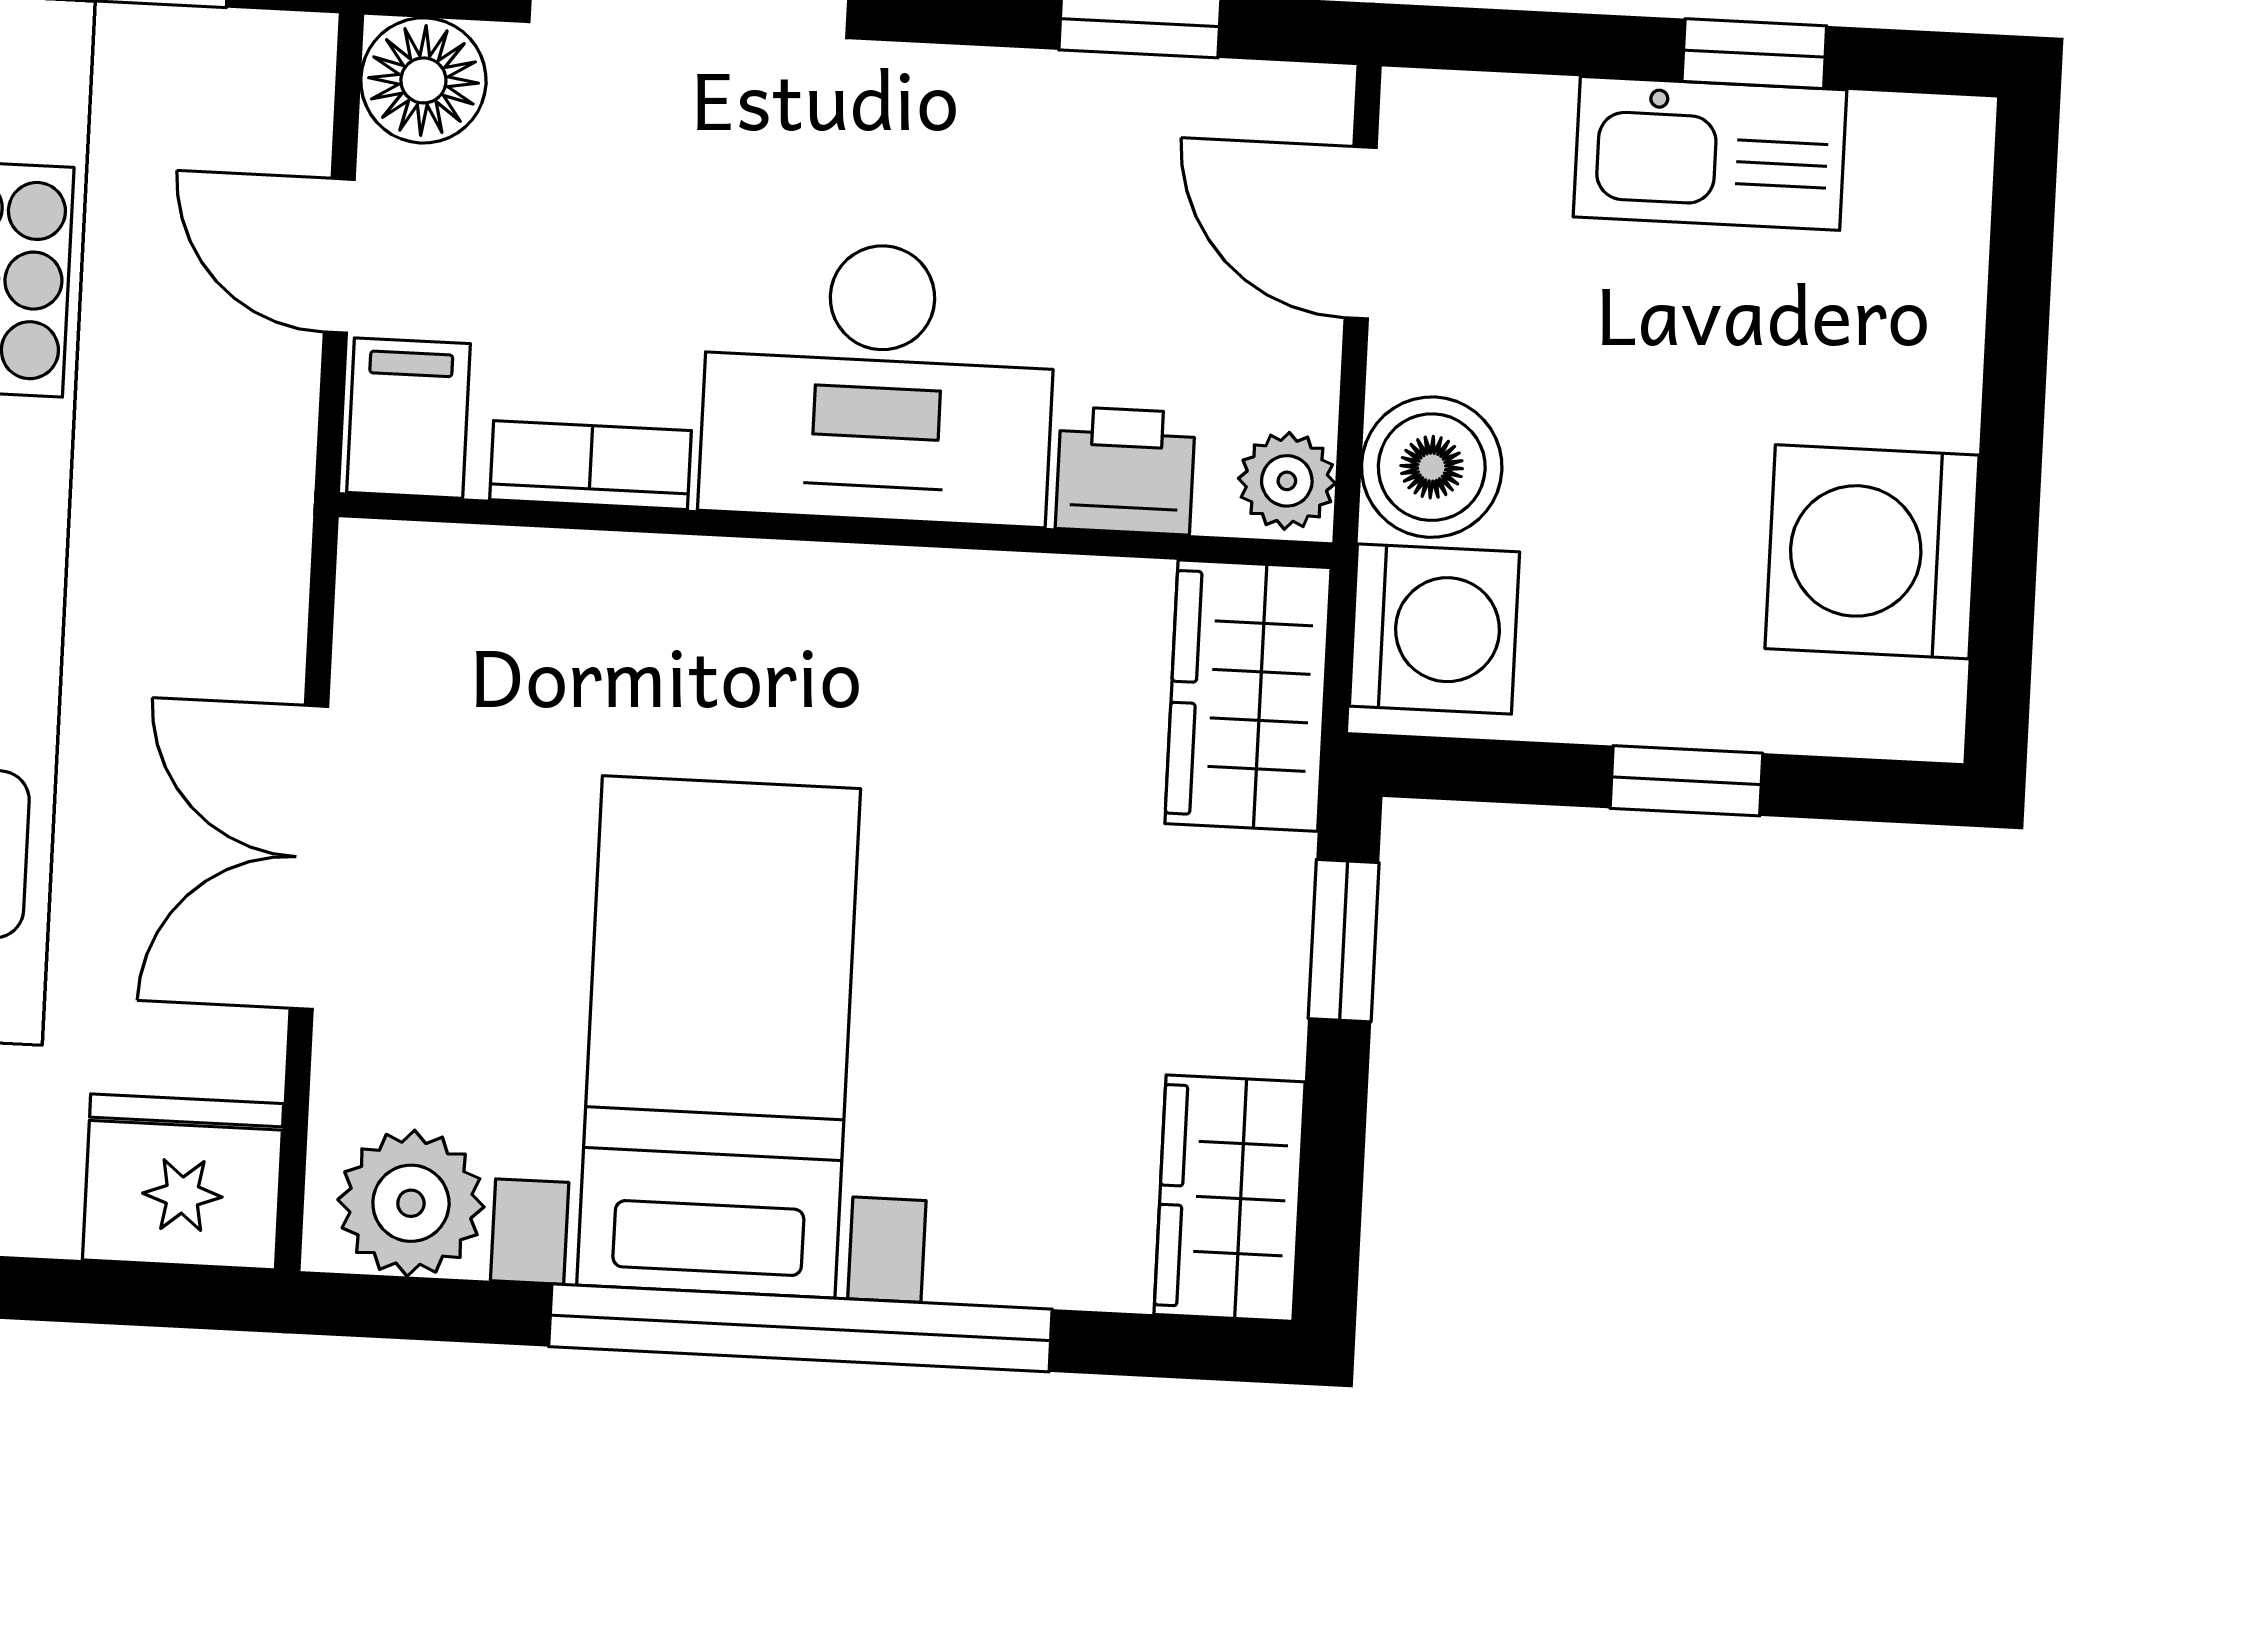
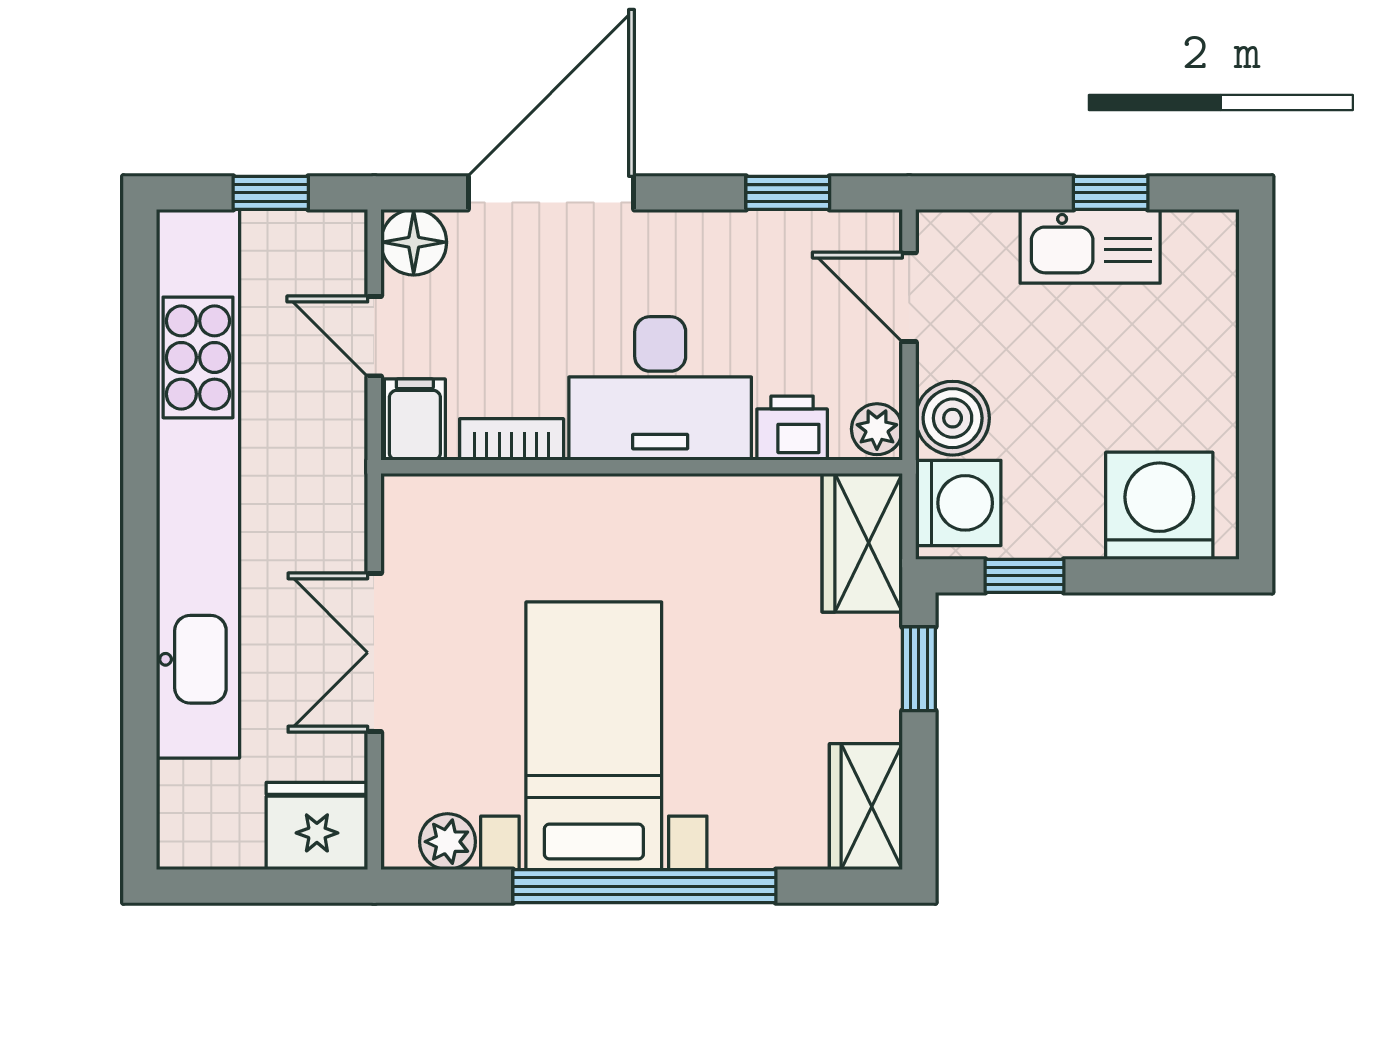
washing machine: (1872, 552) -> (1159, 506), moved, turned 90
window: (1686, 781) -> (1024, 576), moved
plant: (411, 1203) -> (447, 842), width x0.73, depth x0.73

